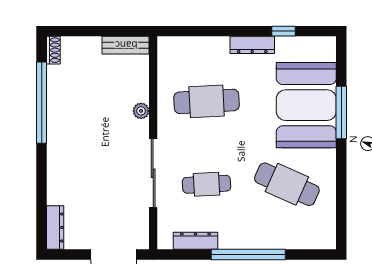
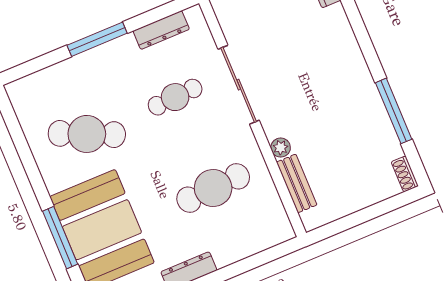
bench: (126, 45) -> (297, 183), moved, turned 90
window: (42, 103) -> (394, 111), width x0.68
window: (248, 254) -> (97, 39), width x0.68

